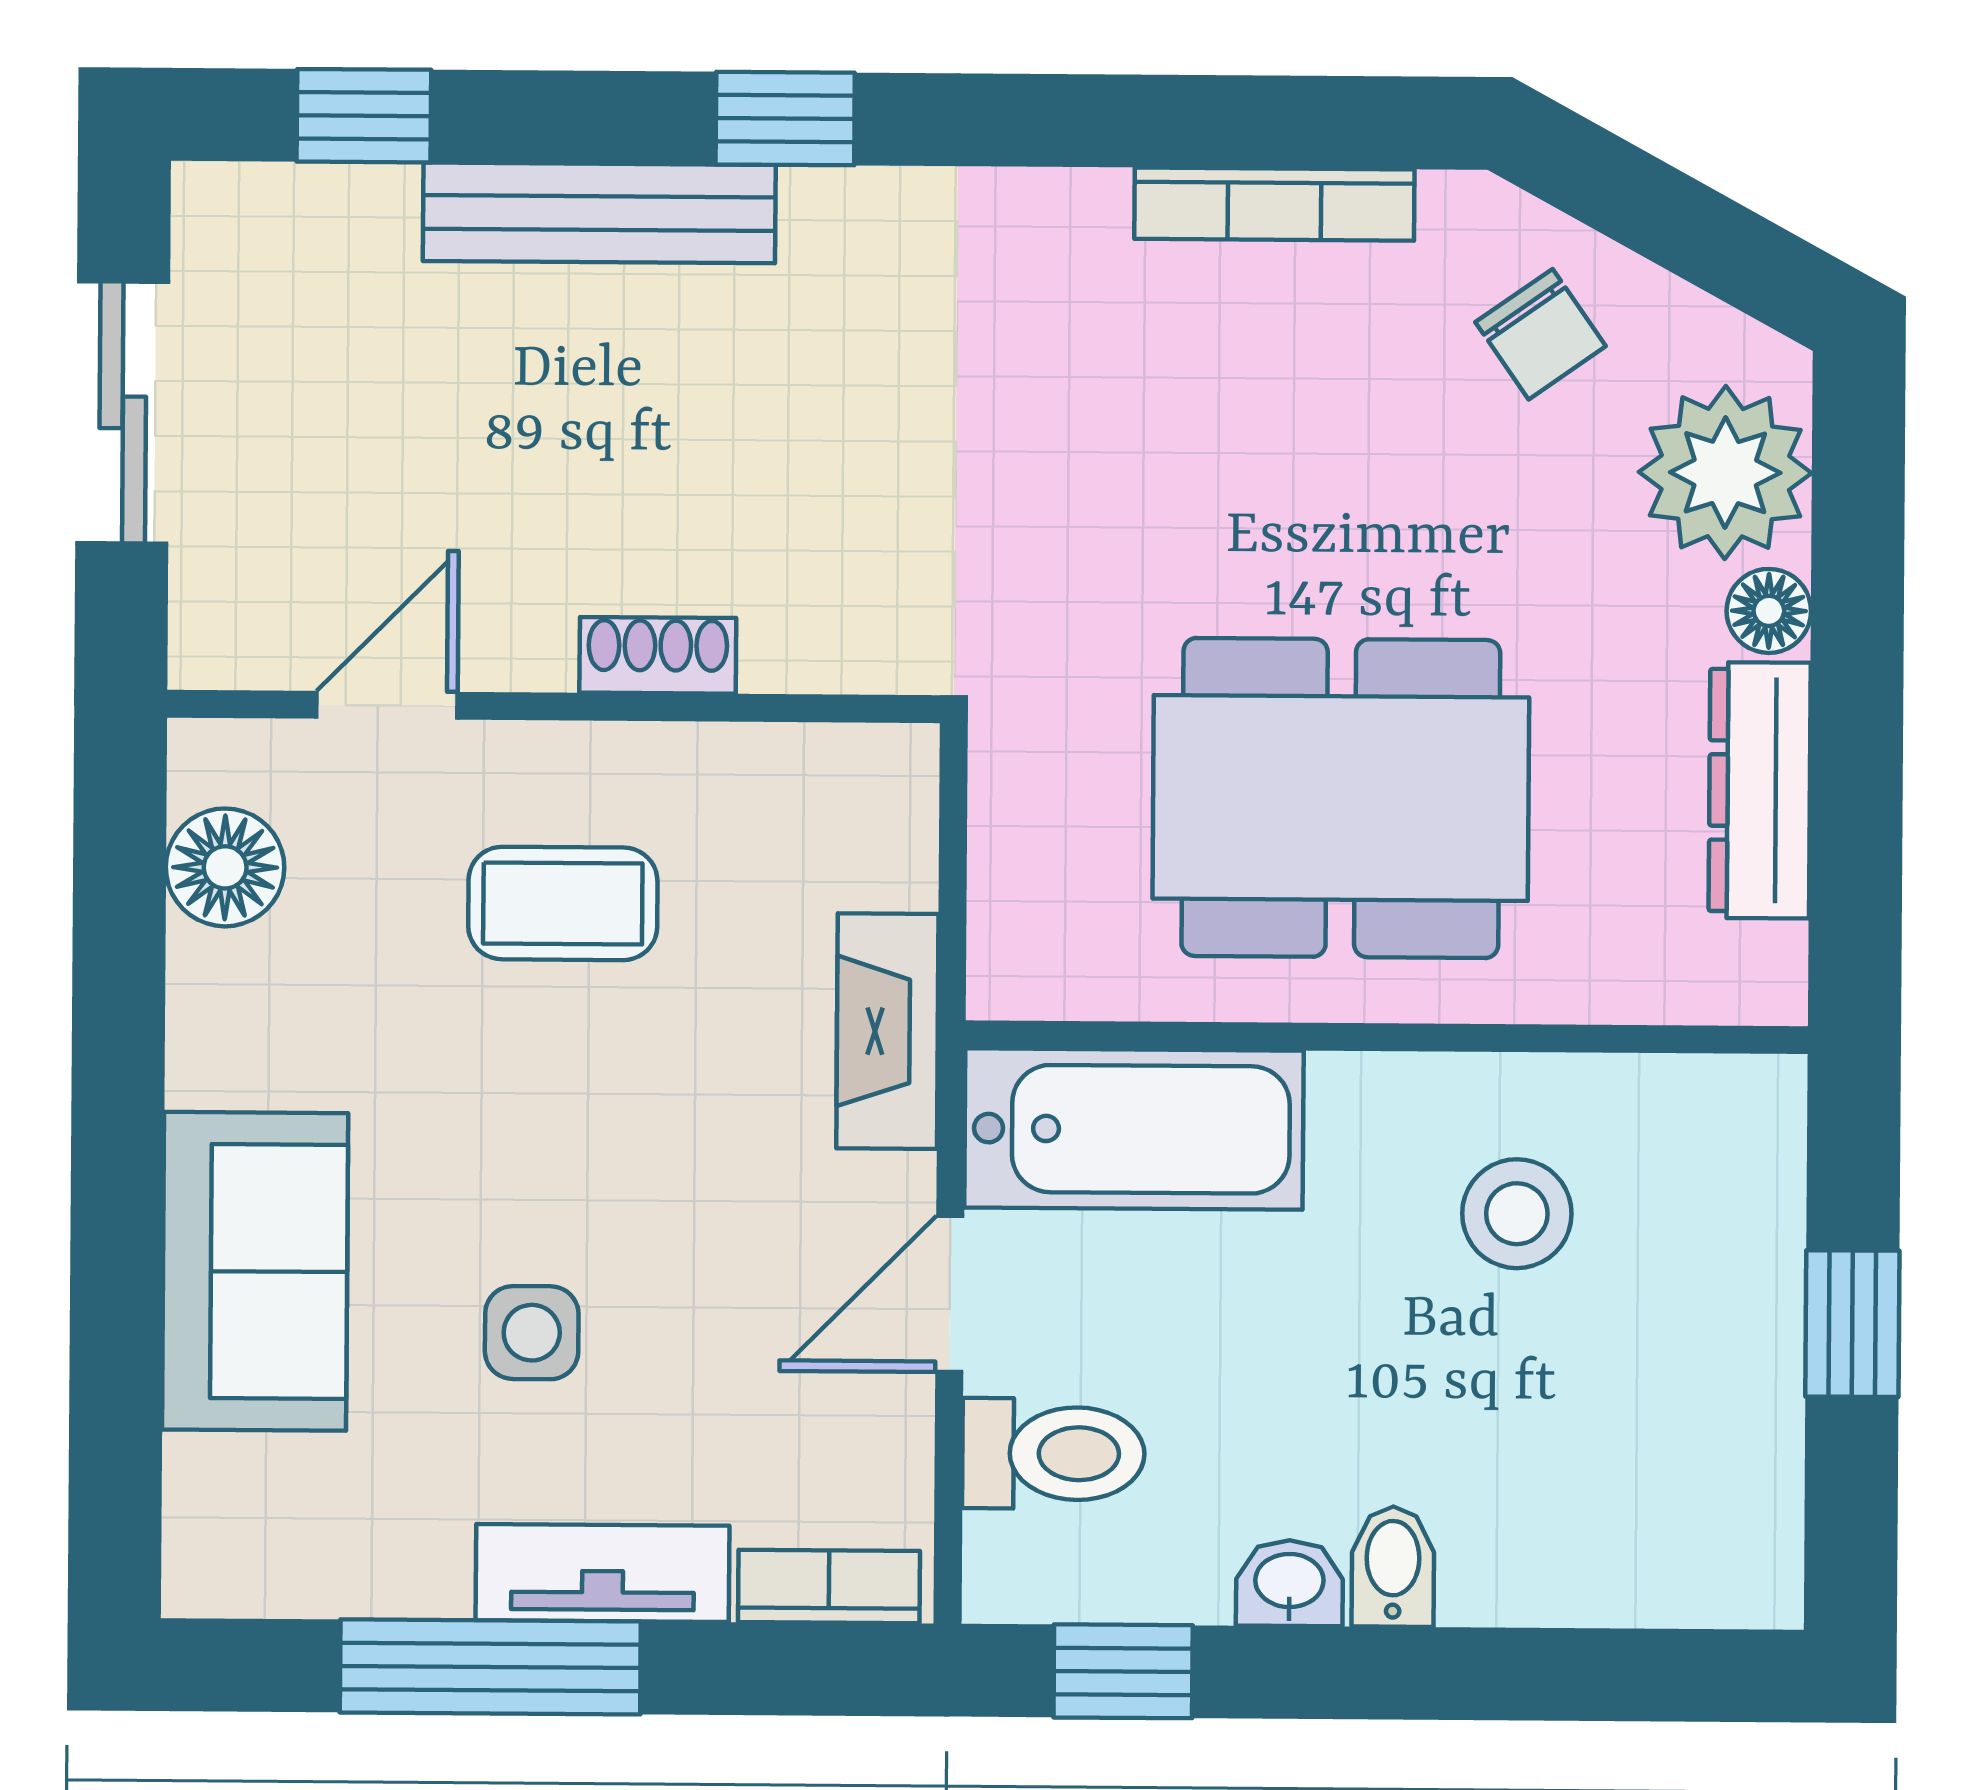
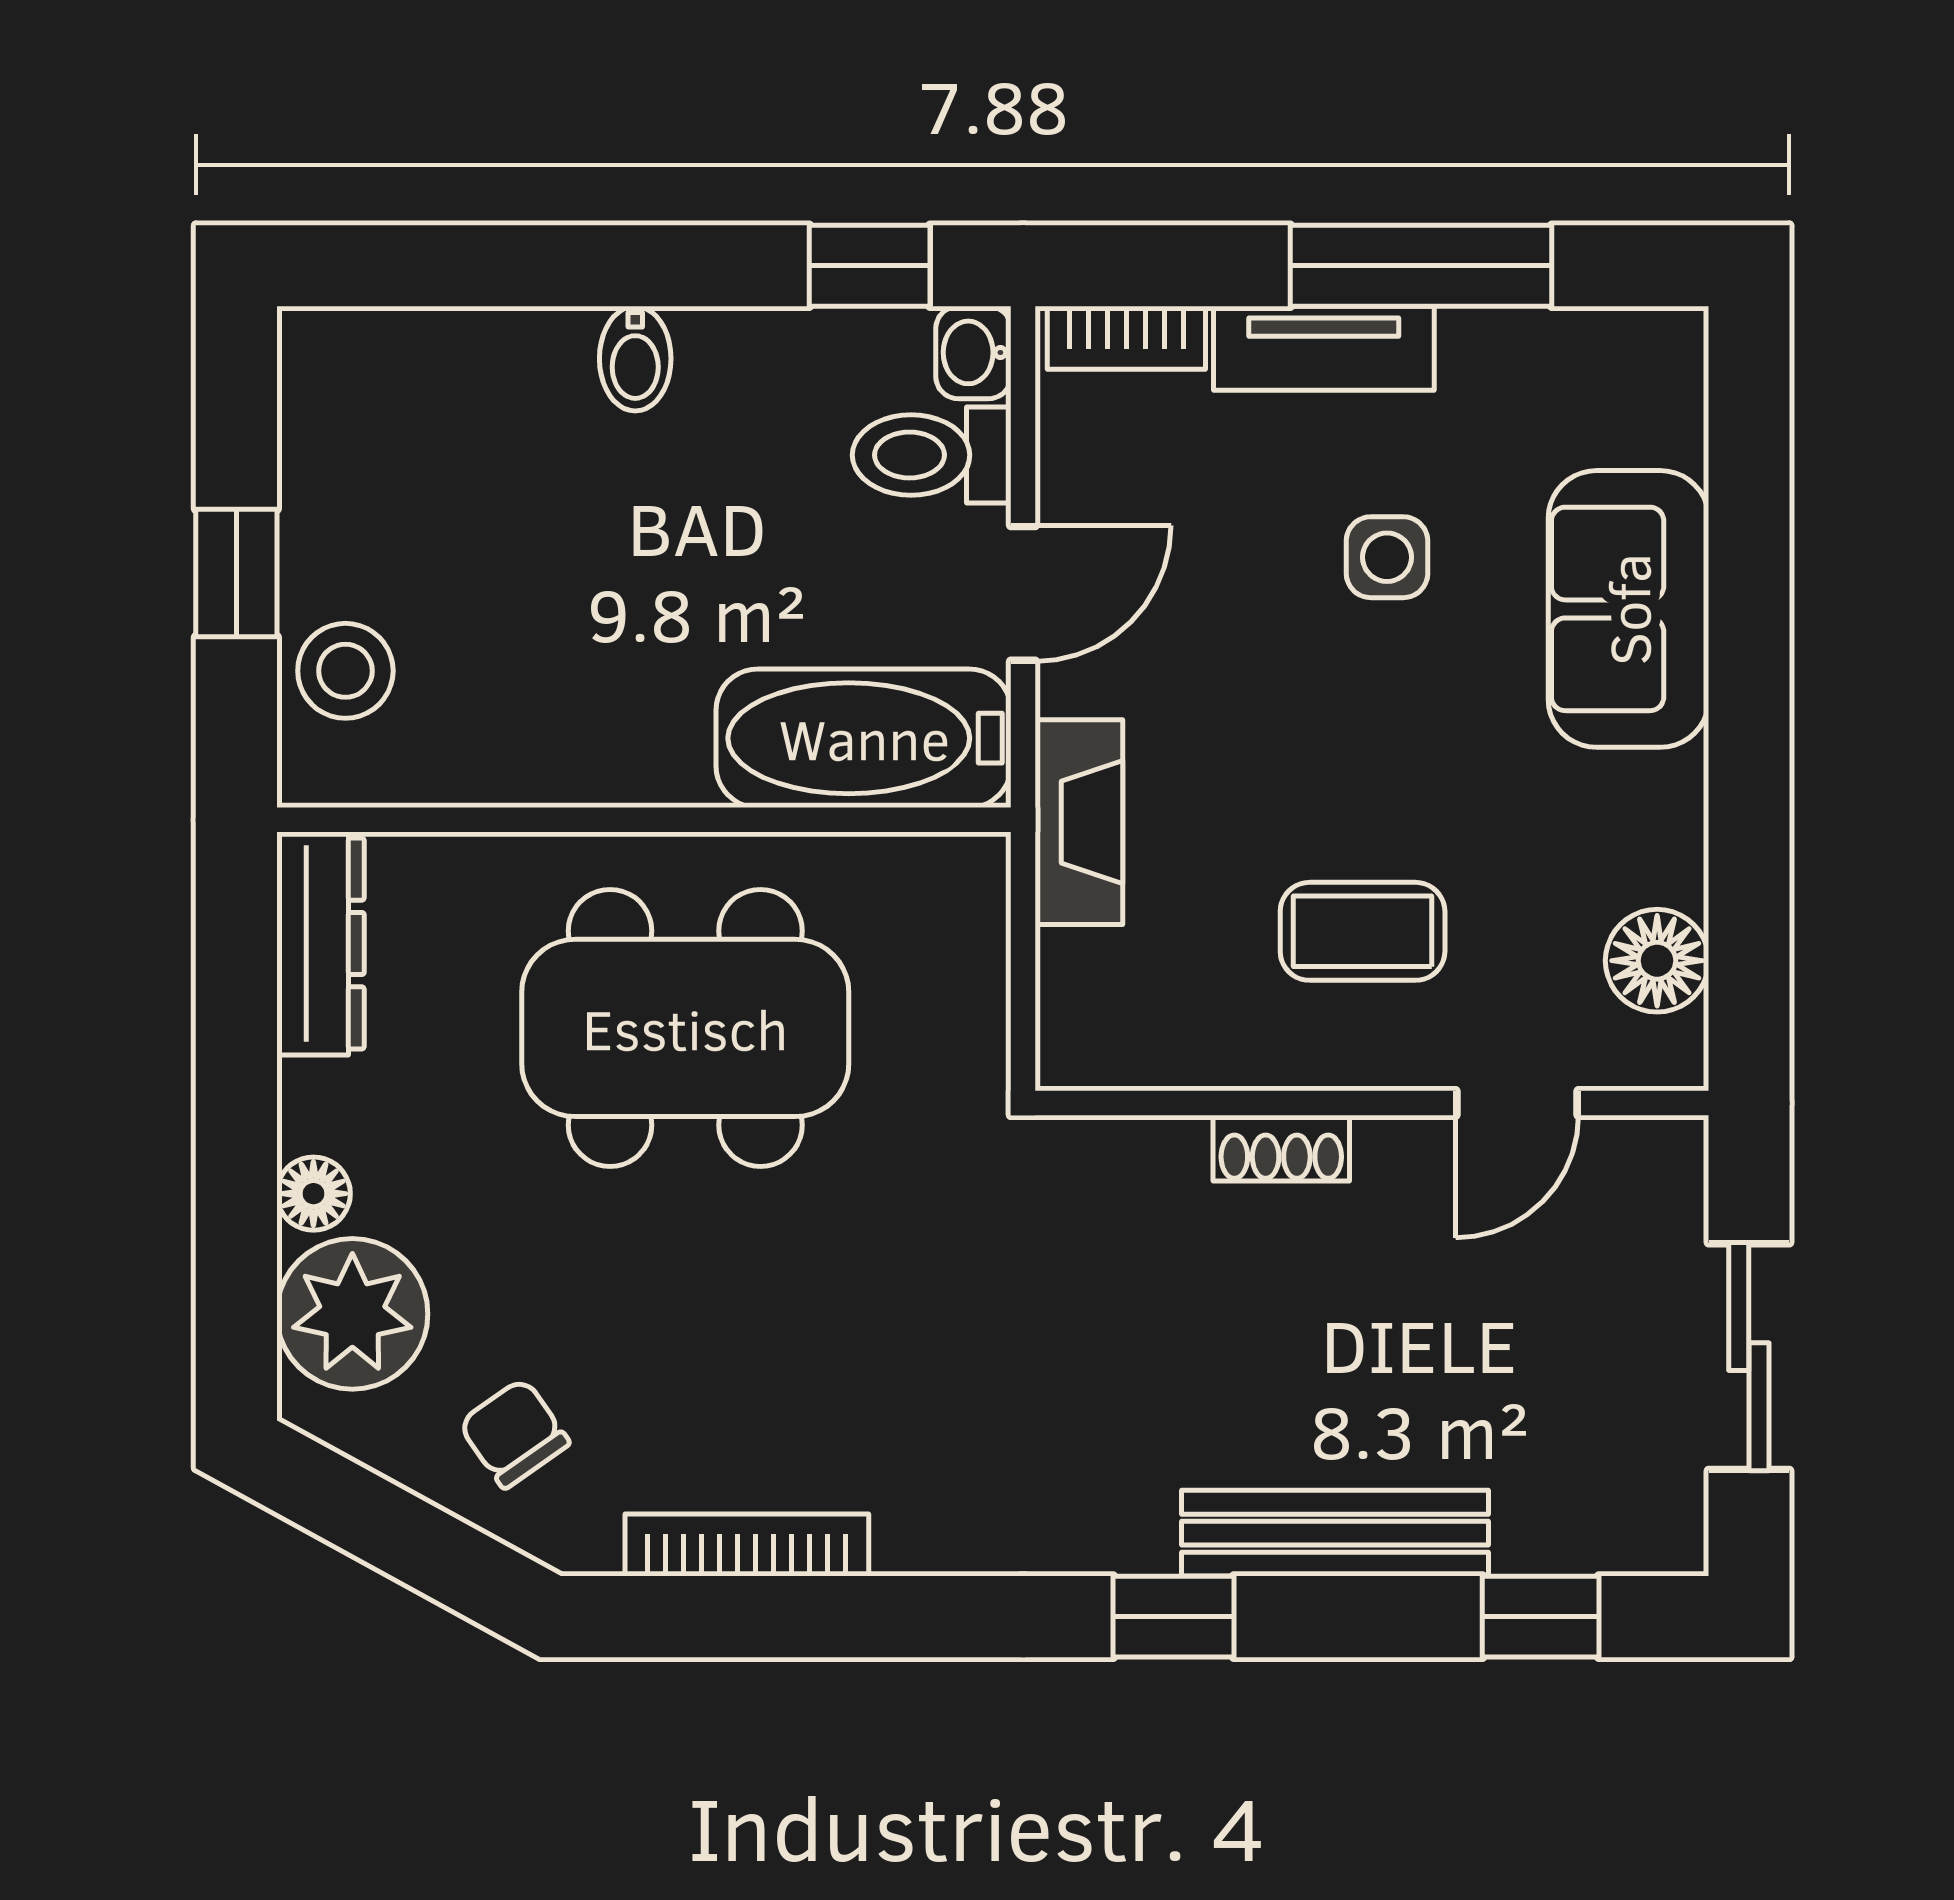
dresser: (1760, 790) -> (320, 944), moved
stool: (1517, 1214) -> (345, 671), moved
washbasin: (1289, 1583) -> (973, 352), moved, turned 90

